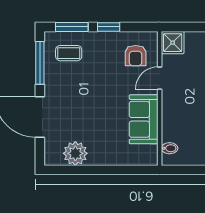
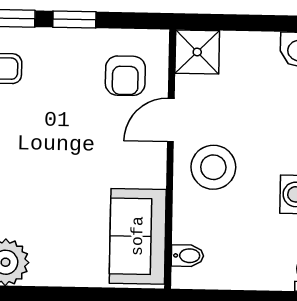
stool: (182, 102) -> (213, 167), added
sofa: (144, 119) -> (138, 236), moved

